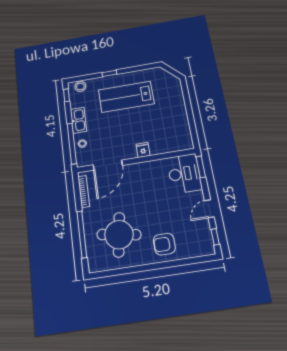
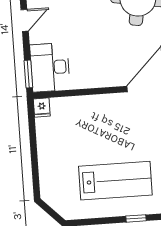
fridge: (143, 150) -> (42, 107), moved

